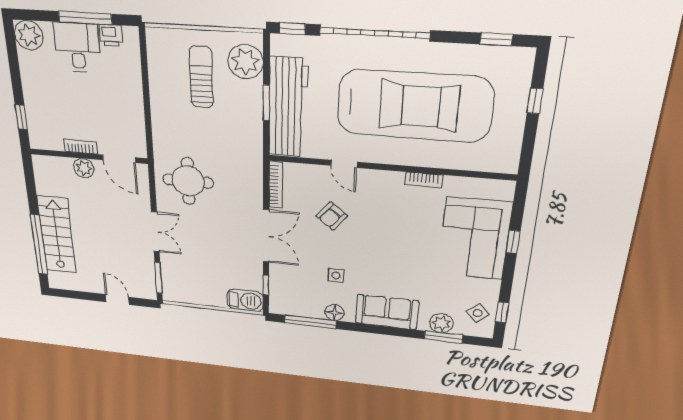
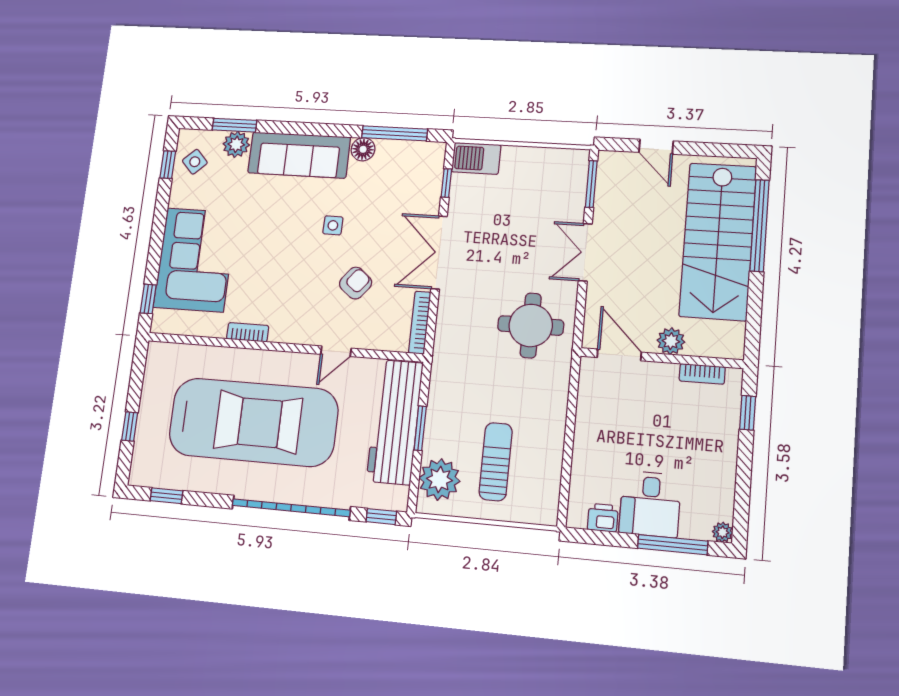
window: (85, 18) -> (673, 545), moved
plant: (29, 35) -> (723, 532), width x0.53, depth x0.53
sun lounger: (201, 77) -> (496, 462), turned 180
car: (414, 106) -> (253, 422), turned 180
bookcase: (80, 147) -> (702, 374), moved
door: (344, 164) -> (336, 351), swing flipped
stairs: (57, 235) -> (718, 241), width x1.36, depth x1.51
window: (513, 242) -> (148, 299), moved
side table: (336, 276) -> (333, 225), moved
sofa: (387, 312) -> (299, 155), width x1.36

